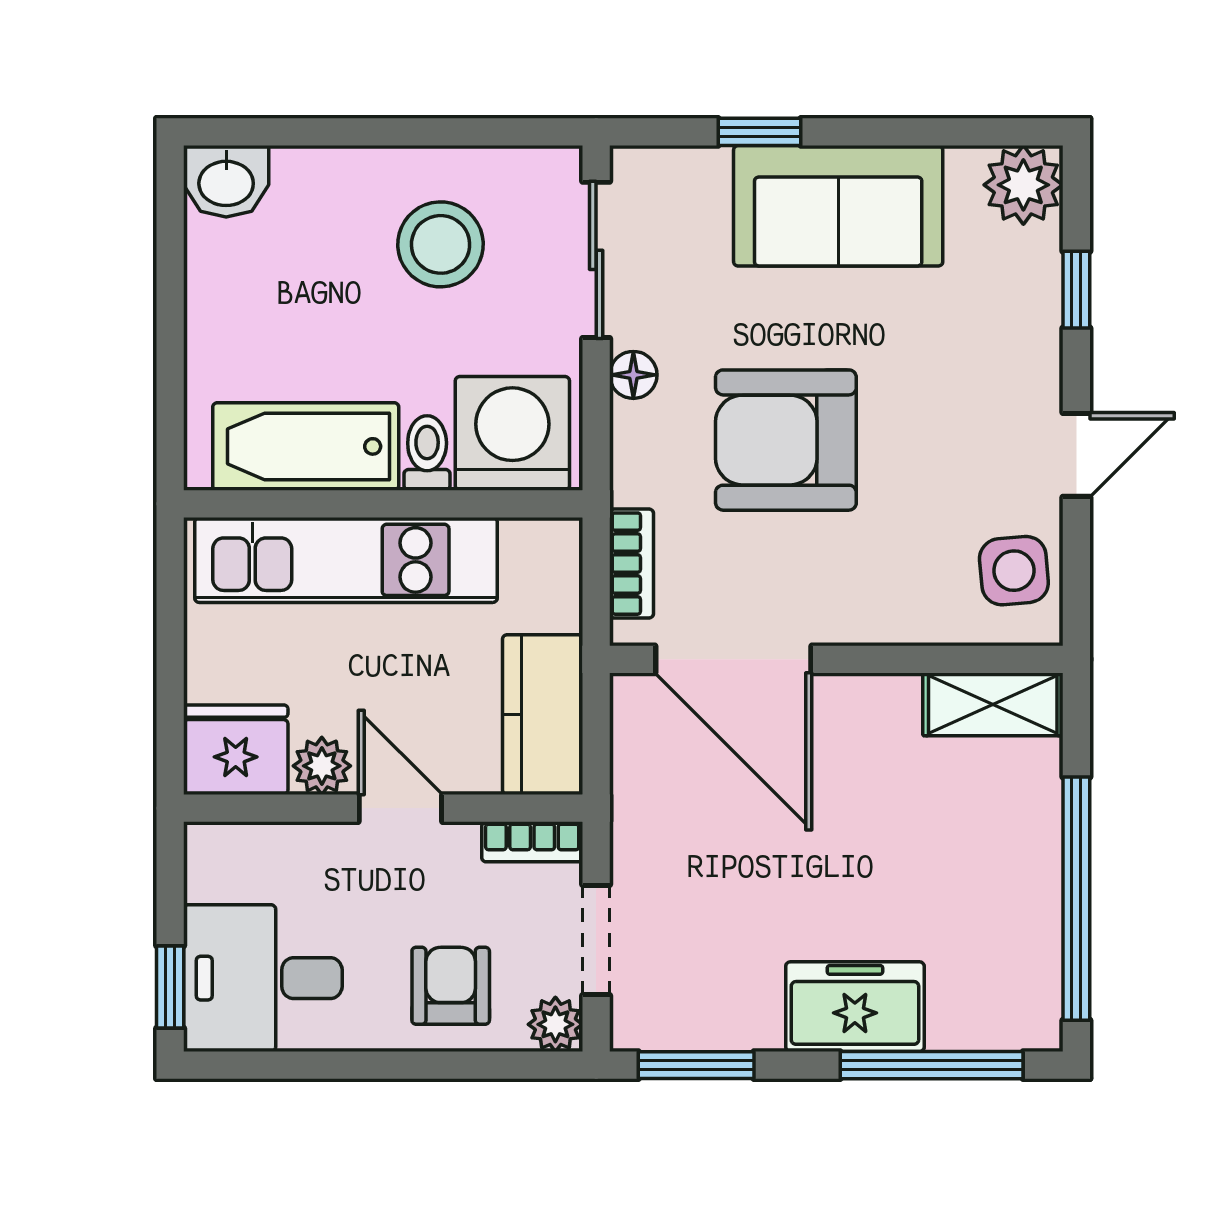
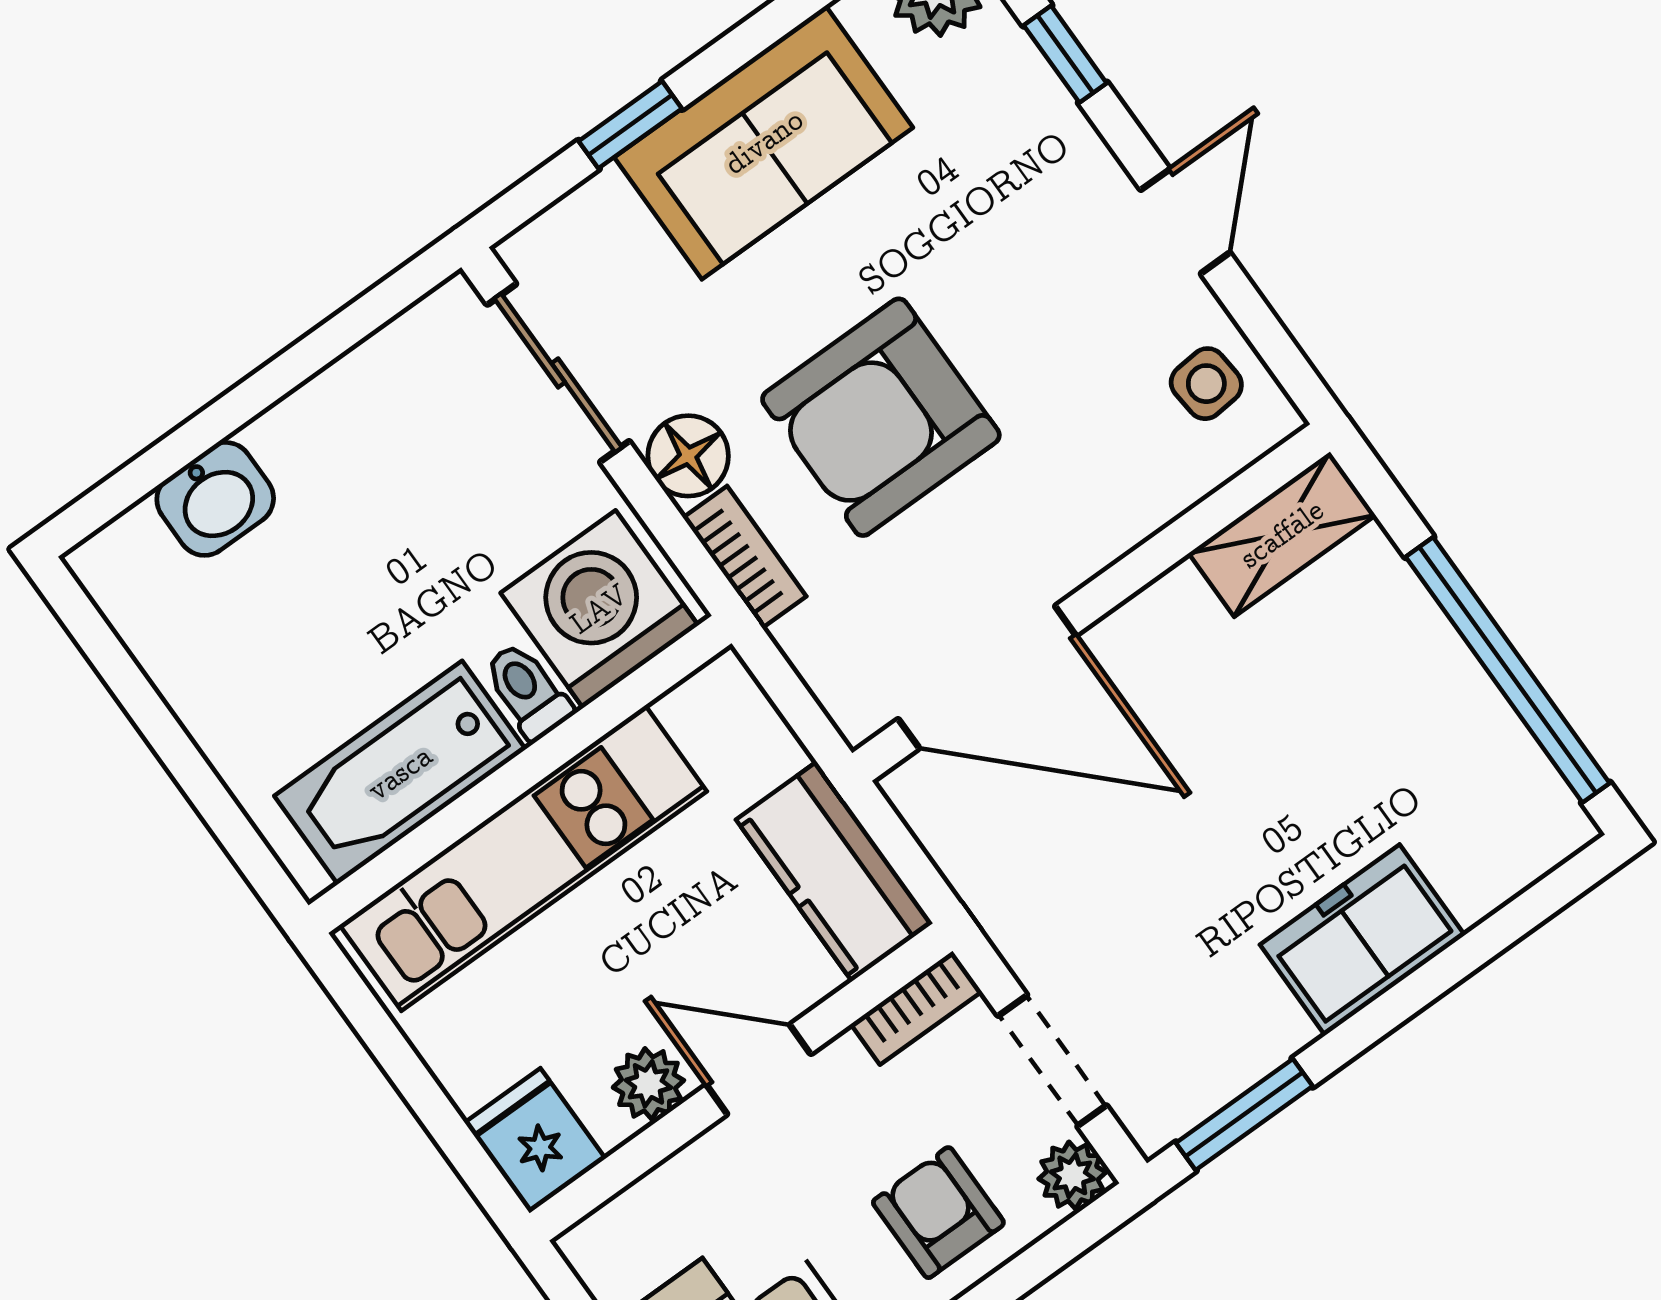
washbasin: (226, 181) -> (215, 499), moved
stool: (441, 244) -> (390, 470), removed
floor lamp: (633, 375) -> (688, 456), width x1.37, depth x1.37
bookcase: (632, 564) -> (745, 557), moved
side table: (1014, 571) -> (1206, 384), width x0.73, depth x0.73
fridge: (236, 750) -> (535, 1141), width x0.72
window: (932, 1065) -> (1482, 943), removed

